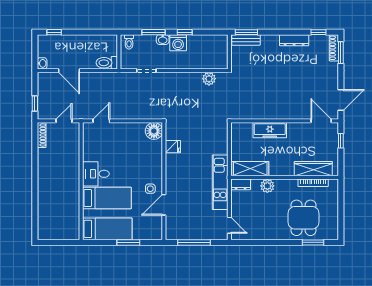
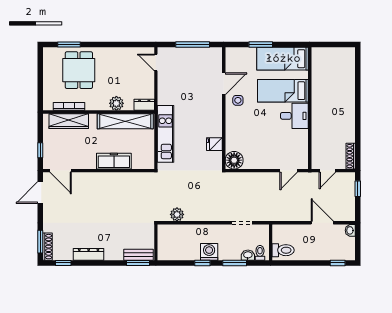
washbasin: (163, 40) -> (248, 255), moved
toilet: (107, 63) -> (283, 250), moved
shelving: (250, 169) -> (125, 121), width x1.47
kitchen unit: (220, 182) -> (166, 134), moved

